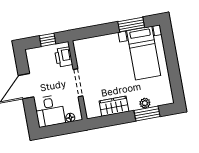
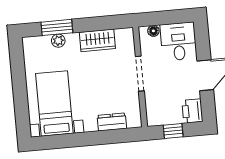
window: (131, 25) -> (67, 141), removed
dresser: (97, 43) -> (112, 122), added
printer: (64, 57) -> (192, 111), moved, turned 180

